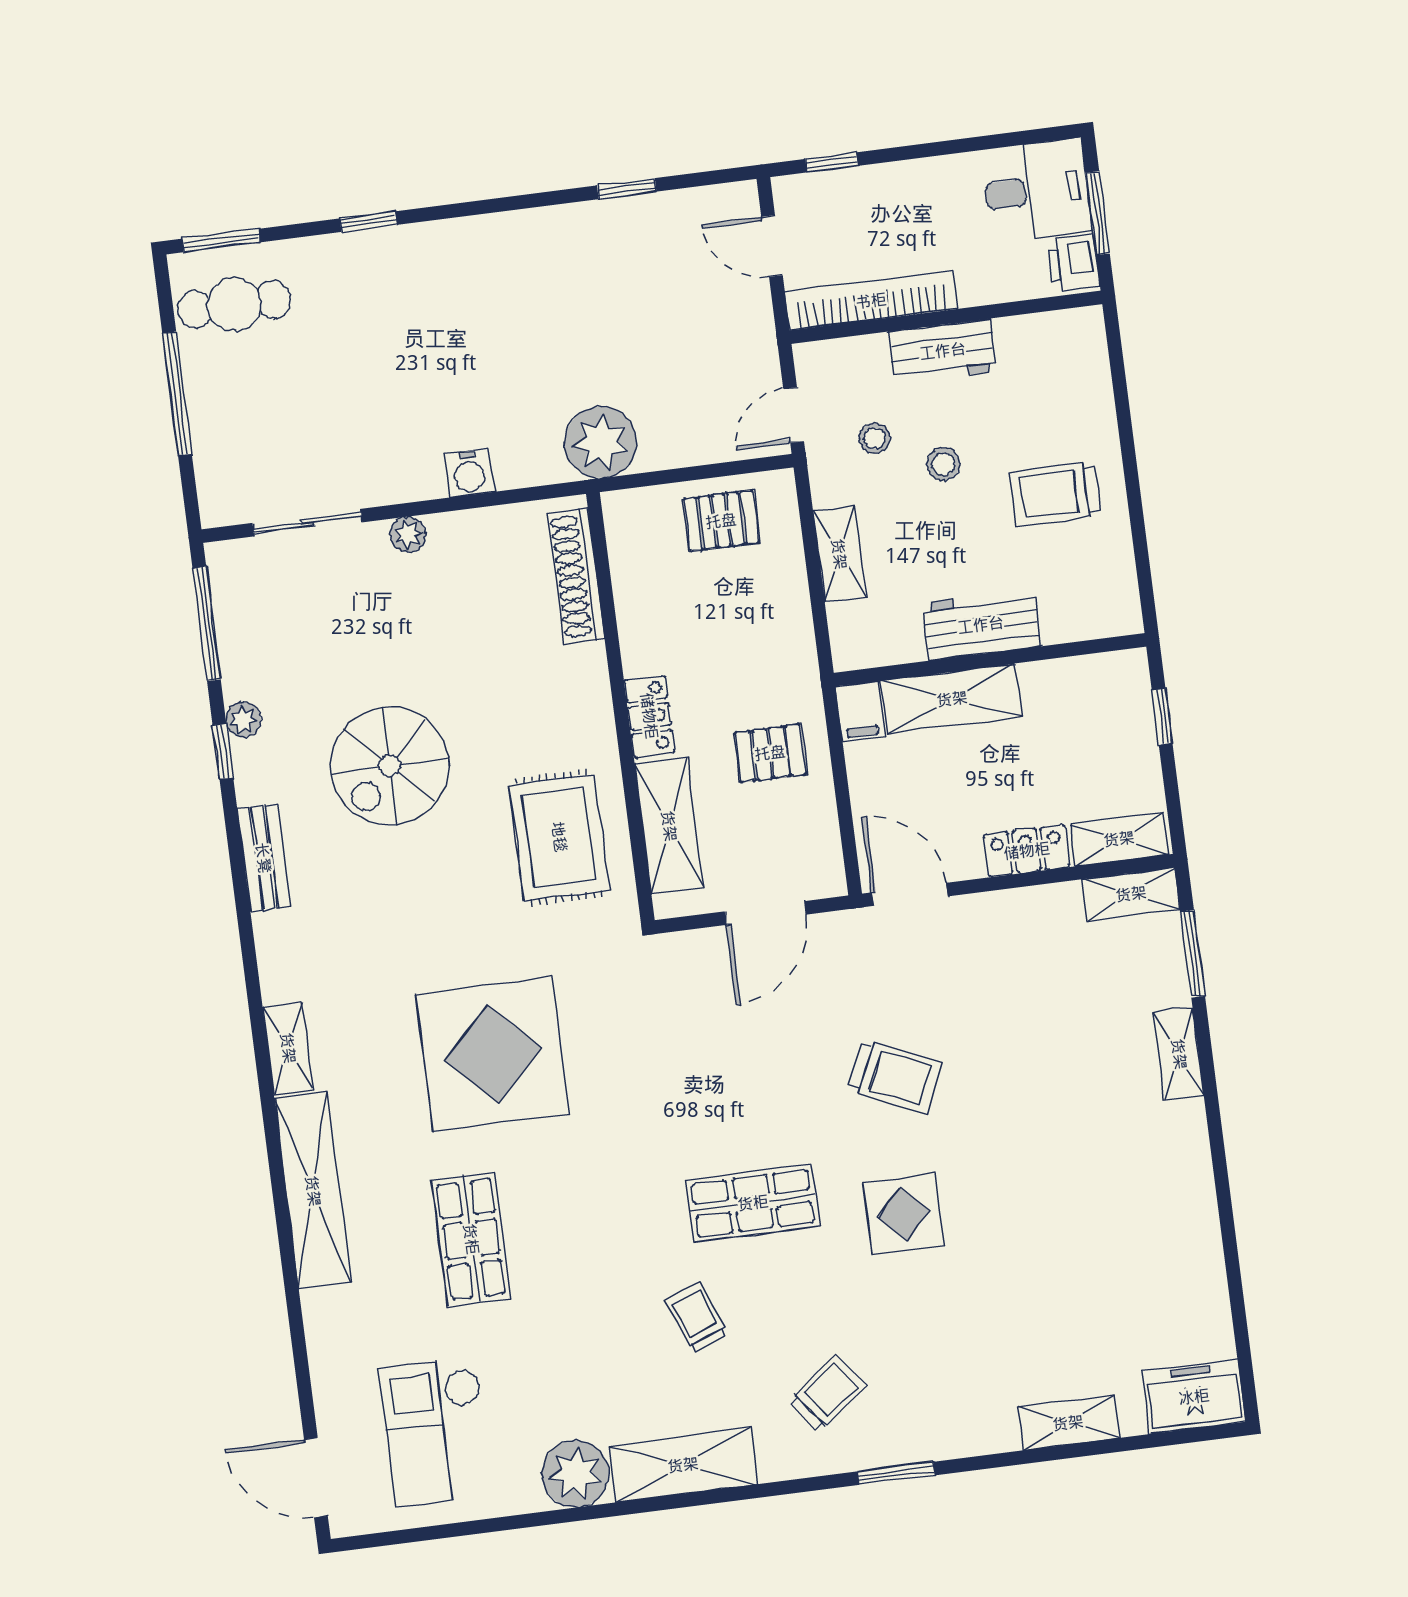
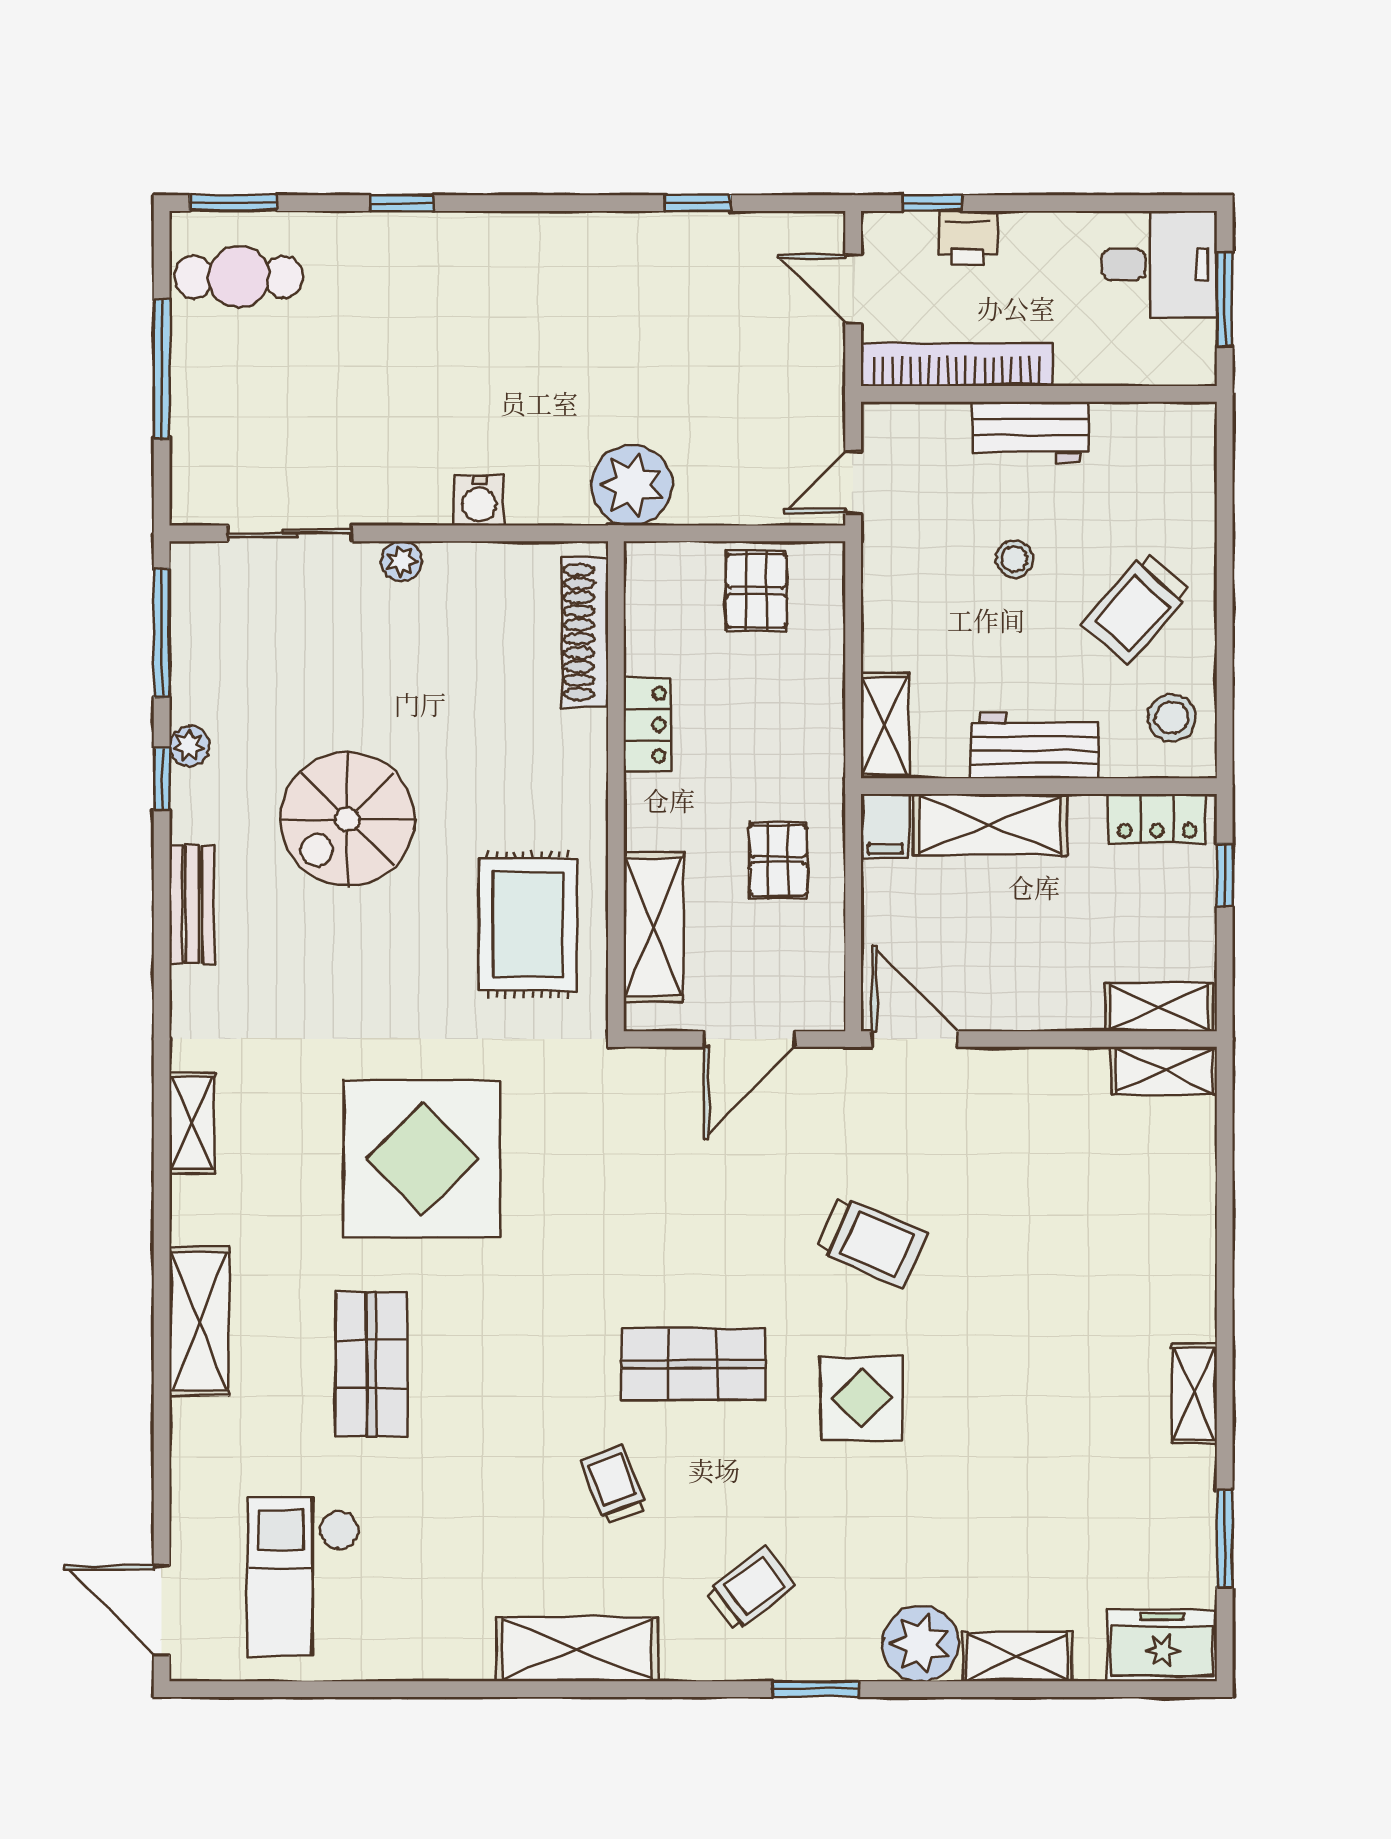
printer: (1073, 263) -> (968, 238), moved, turned -90
stool: (875, 438) -> (1172, 718), moved, width x1.37, depth x1.37
trolley: (1055, 494) -> (1137, 608), turned -49
pallet: (721, 521) -> (756, 591), turned 90
shelving: (839, 554) -> (885, 726), moved
locker: (649, 716) -> (647, 725), moved
pallet: (770, 753) -> (778, 860), turned 90
locker: (1027, 851) -> (1157, 818), moved, turned 180
window: (1193, 954) -> (1225, 1539), moved
shelving: (1179, 1054) -> (1194, 1393), moved
shelving: (313, 1191) -> (199, 1321), width x0.68
plant: (575, 1474) -> (920, 1643), moved

